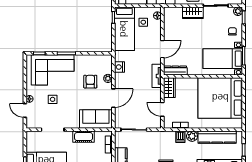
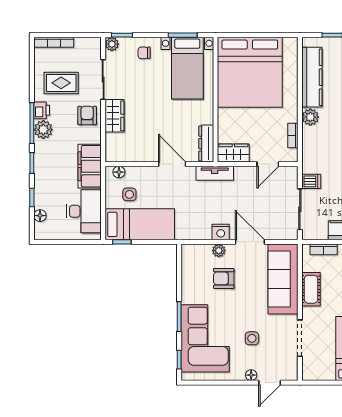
nightstand: (120, 67) -> (221, 232), moved
sofa: (96, 119) -> (283, 279), width x1.36
dishwasher: (180, 137) -> (311, 181), moved

